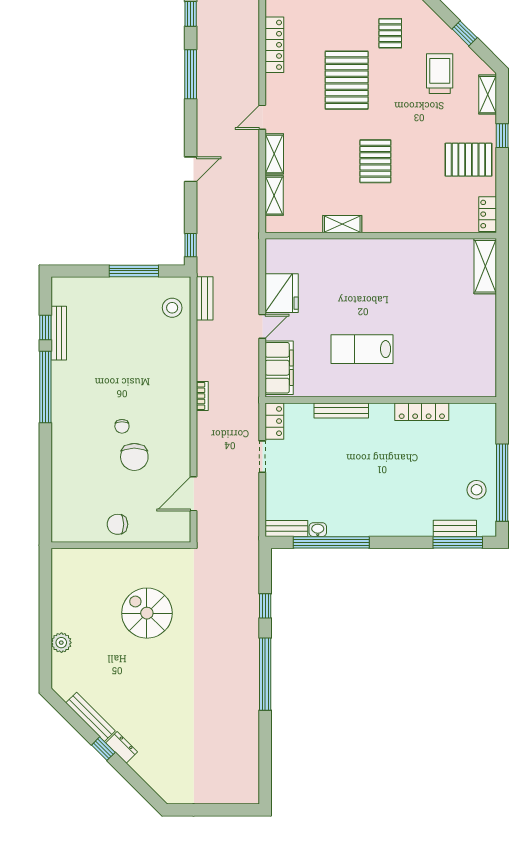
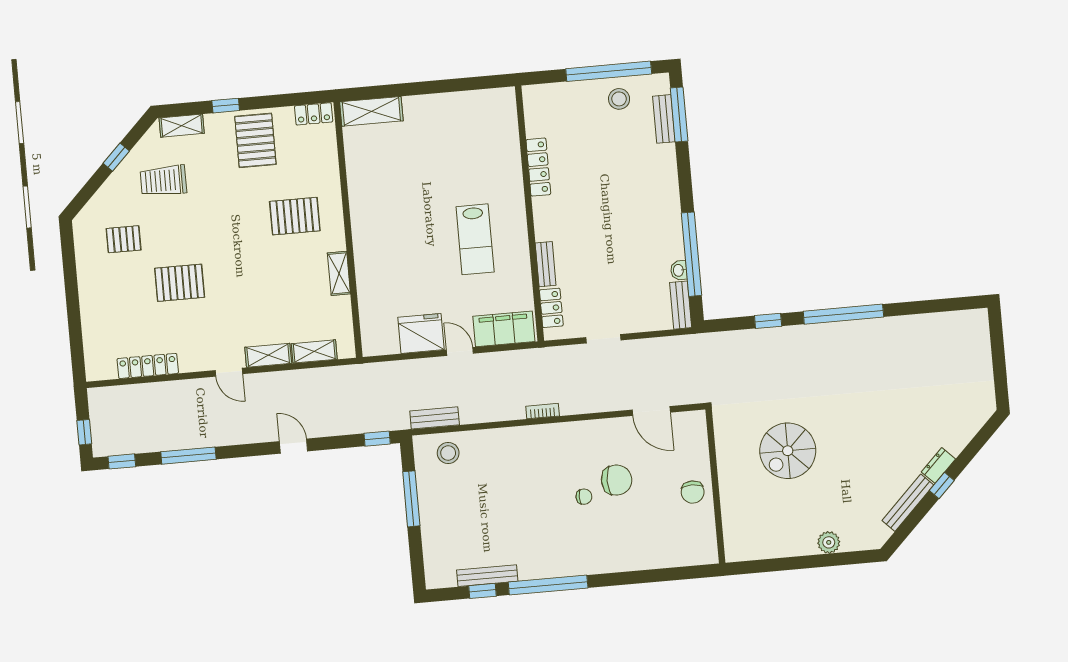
pallet: (347, 80) -> (180, 283), width x0.73, depth x0.71
pallet: (375, 161) -> (295, 216), moved
bench: (341, 410) -> (546, 264), width x0.73
locker: (274, 421) -> (551, 308), moved, turned 90

